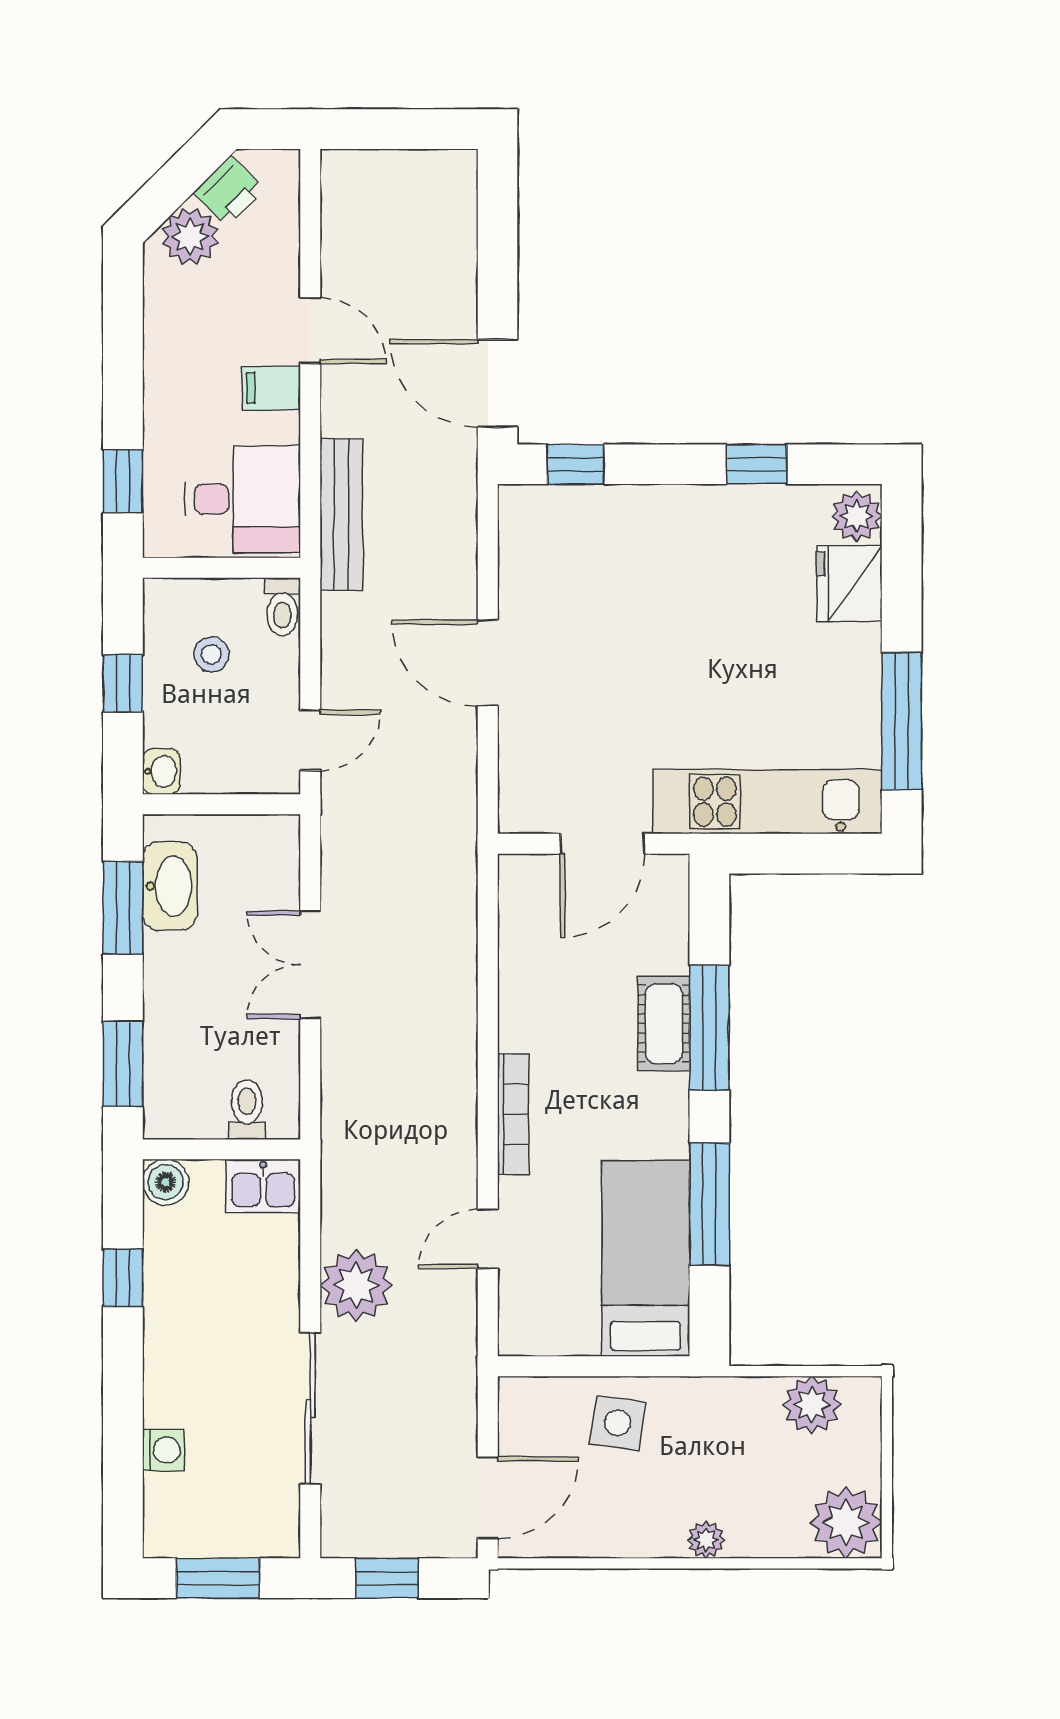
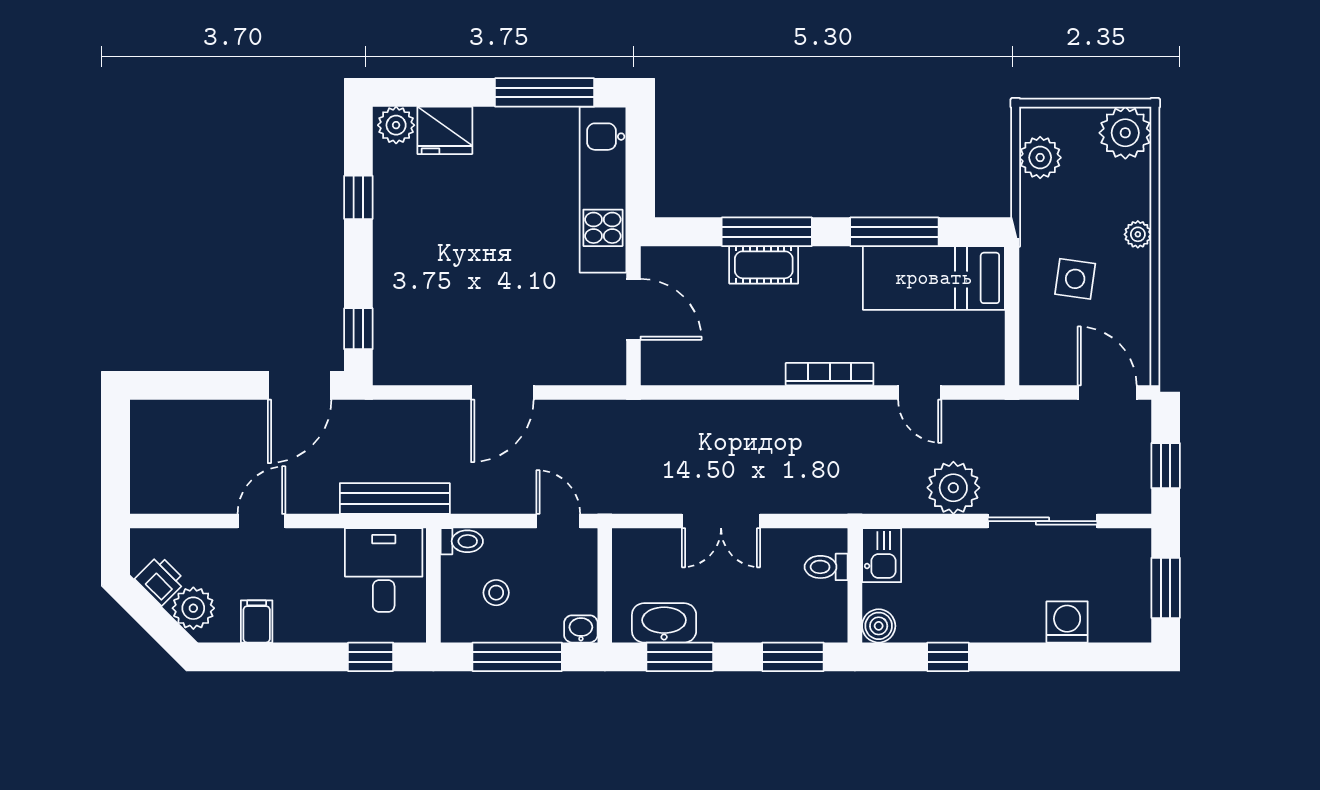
filing cabinet: (271, 388) -> (257, 621), moved, turned 180
window: (123, 683) -> (517, 657), width x2.17
side table: (618, 1423) -> (1075, 279), moved
washing machine: (163, 1450) -> (1067, 622), width x1.38, depth x1.38

